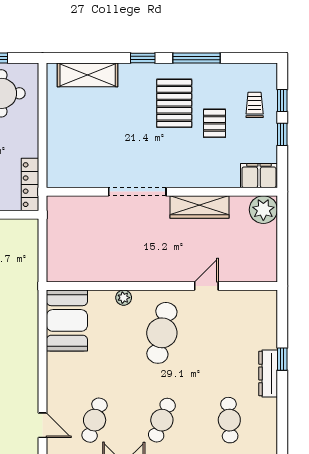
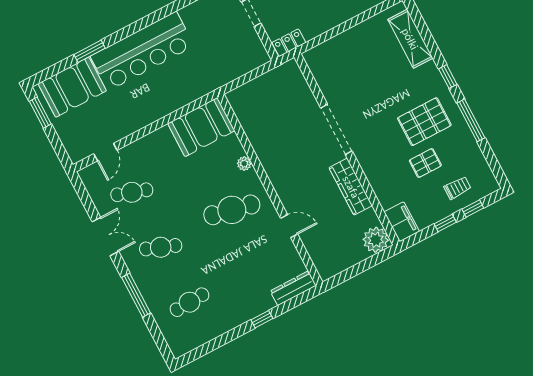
locker: (30, 185) -> (289, 43), width x0.66
dresser: (268, 373) -> (293, 288), moved

